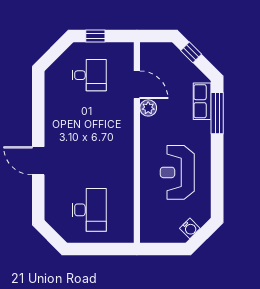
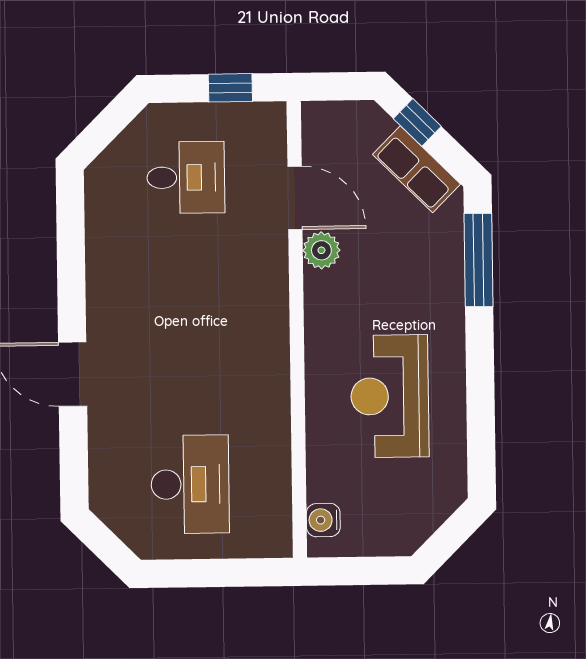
window: (95, 36) -> (230, 88), moved
row of seats: (202, 101) -> (416, 169), moved, turned -45
water cooler: (190, 228) -> (323, 520), moved, turned 135

